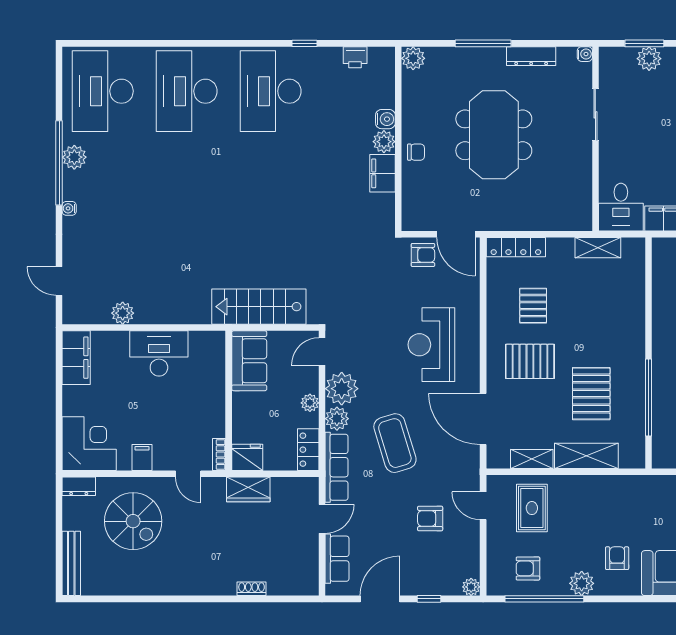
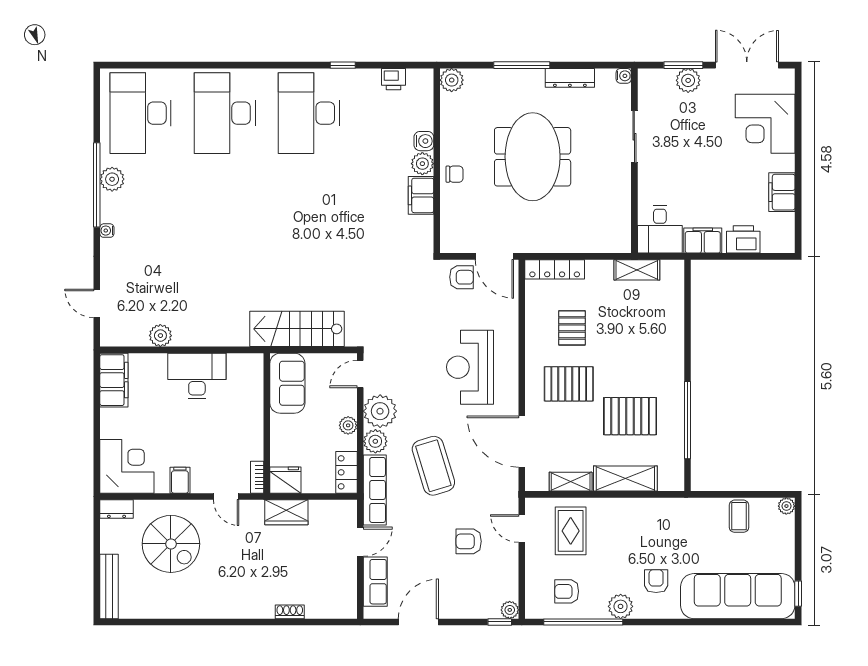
pallet: (591, 394) -> (630, 416), turned 90
window: (429, 599) -> (500, 622), moved

